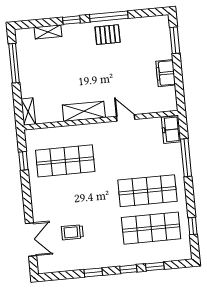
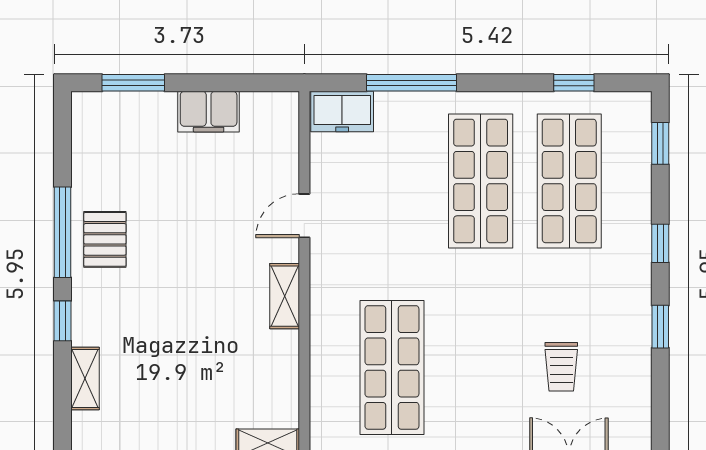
shelving: (84, 111) -> (285, 296), width x0.67, depth x0.75
window: (155, 266) -> (660, 143), moved

